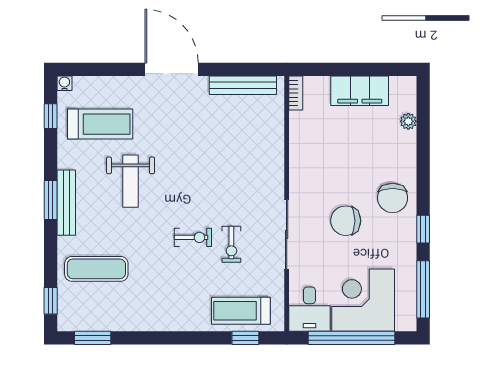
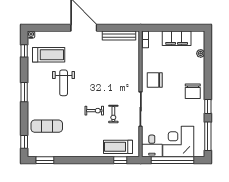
bench: (66, 203) -> (32, 93), removed
chair: (346, 221) -> (155, 80), moved

